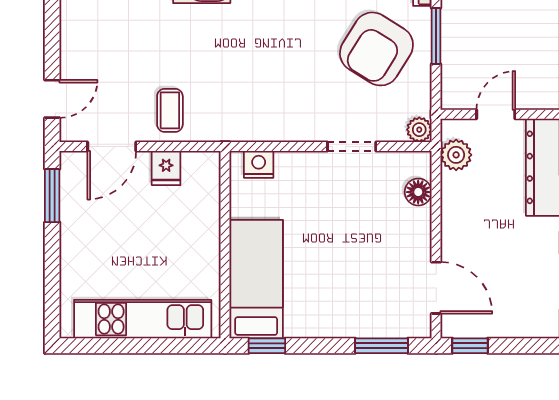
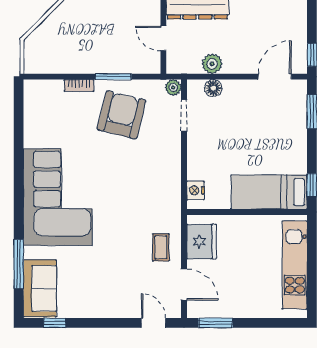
armchair: (376, 49) -> (122, 115), turned -108
coffee table: (170, 110) -> (161, 247), turned 90
doorway: (352, 146) -> (184, 115), moved
plant: (456, 155) -> (212, 64), moved
fridge: (166, 168) -> (202, 242), width x1.88, depth x1.34

